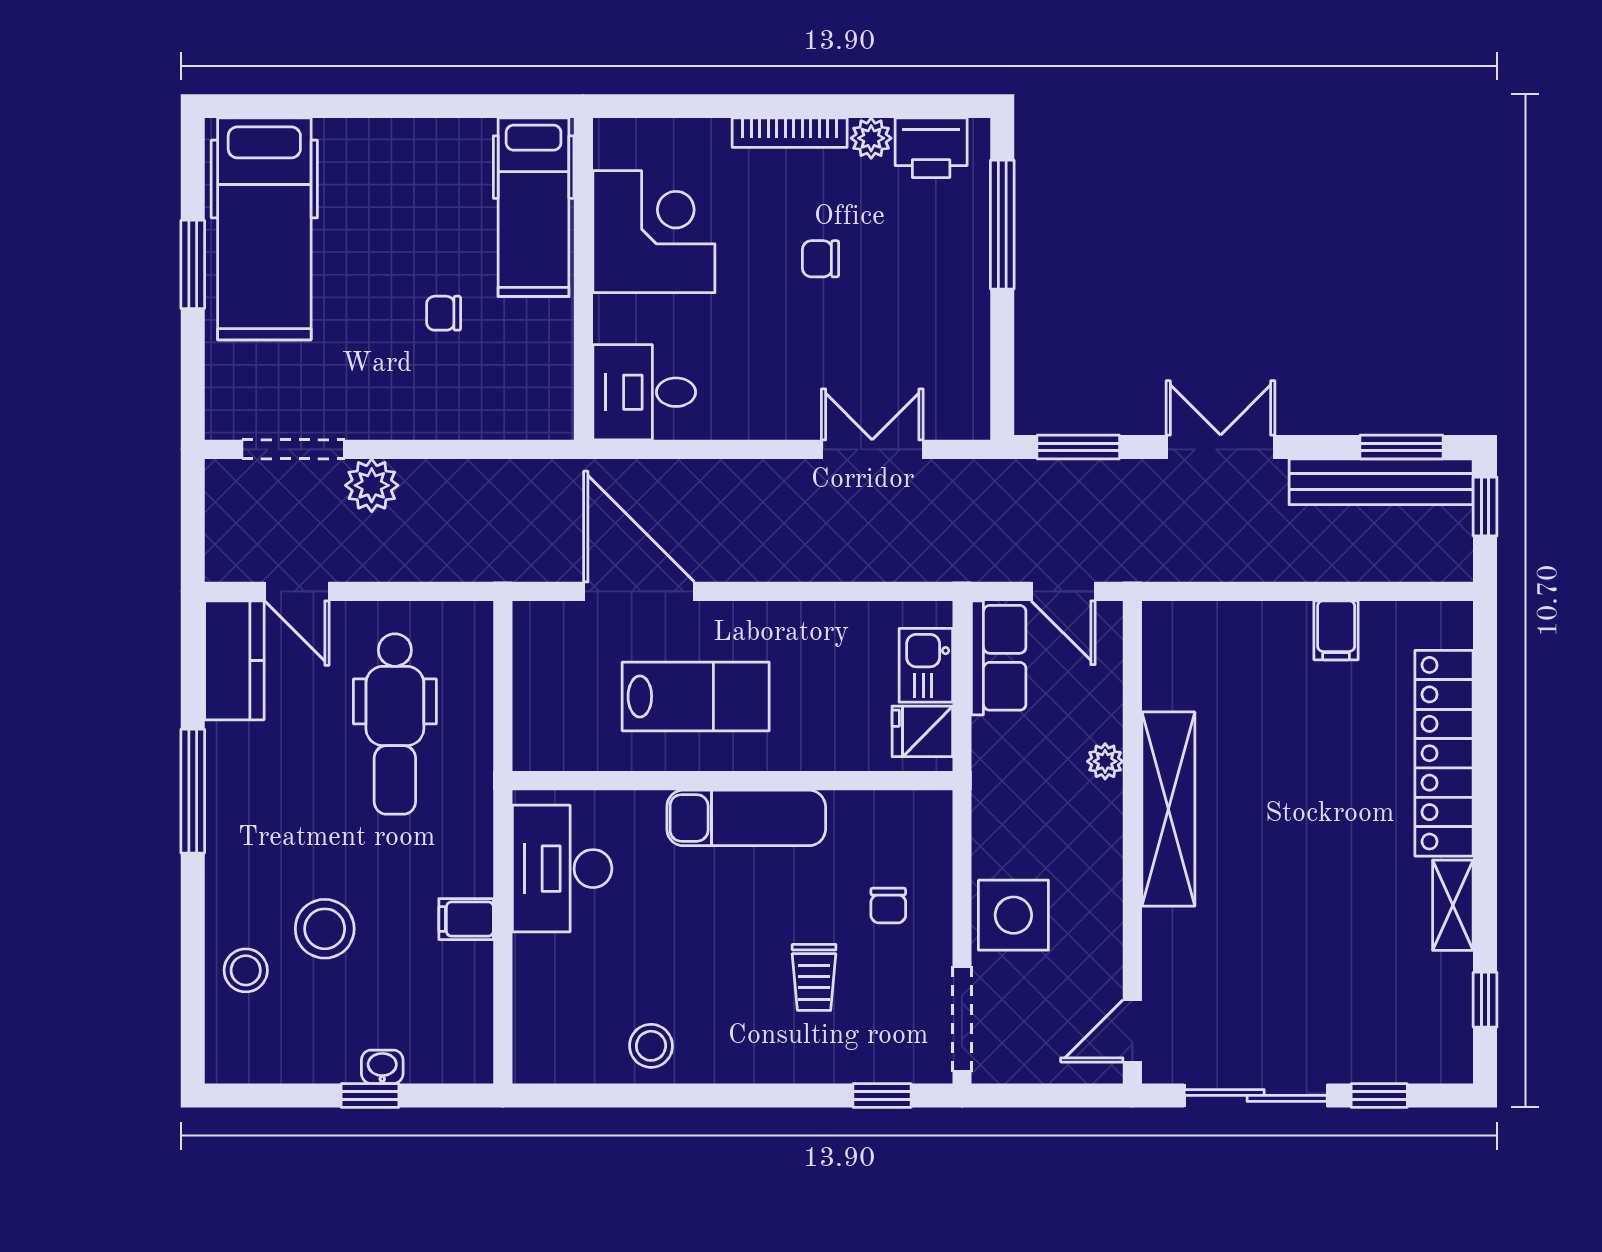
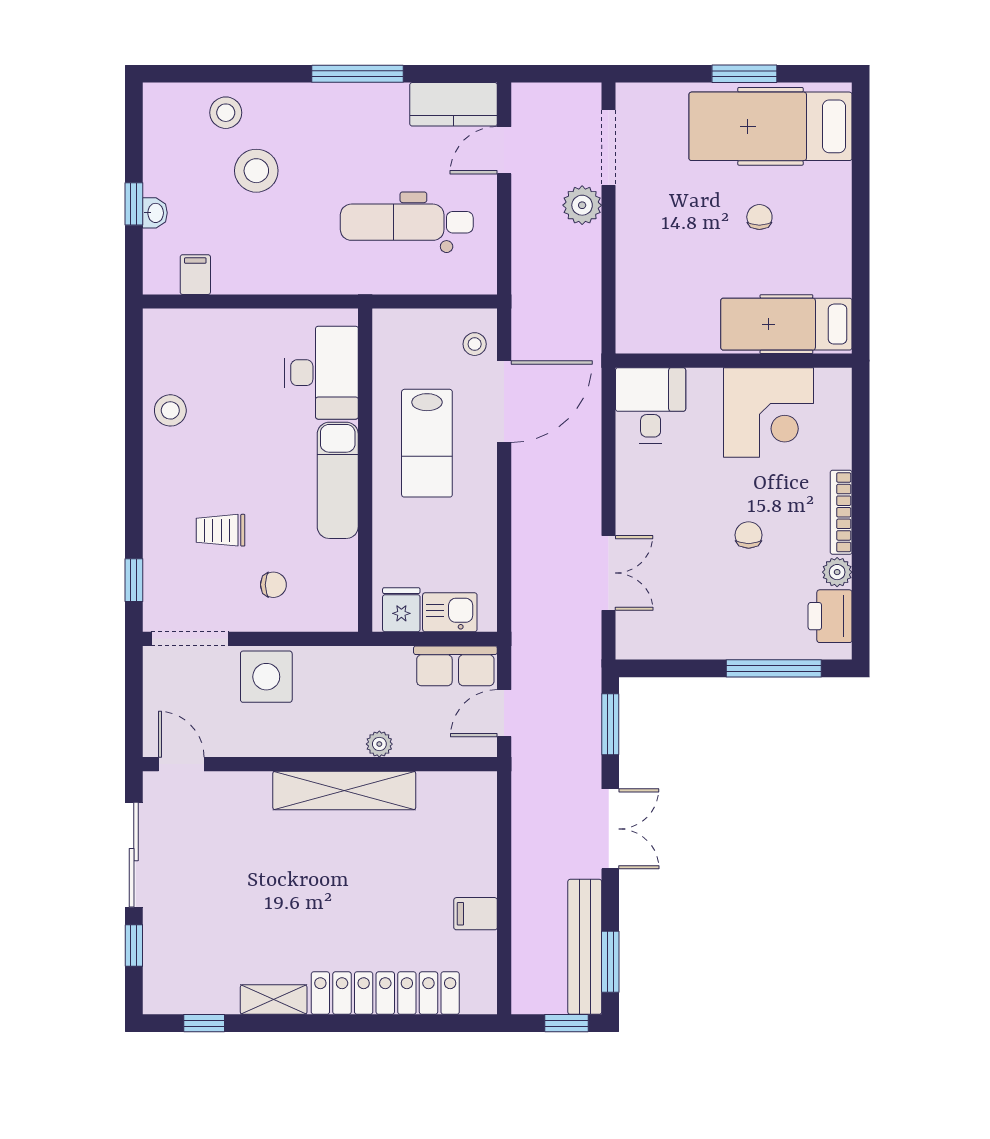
chair: (444, 313) -> (759, 217), moved
stool: (561, 632) -> (475, 344), added
desk: (562, 869) -> (322, 373), moved, turned 90
chair: (888, 906) -> (273, 585), turned 180
filing cabinet: (466, 919) -> (195, 275), moved

